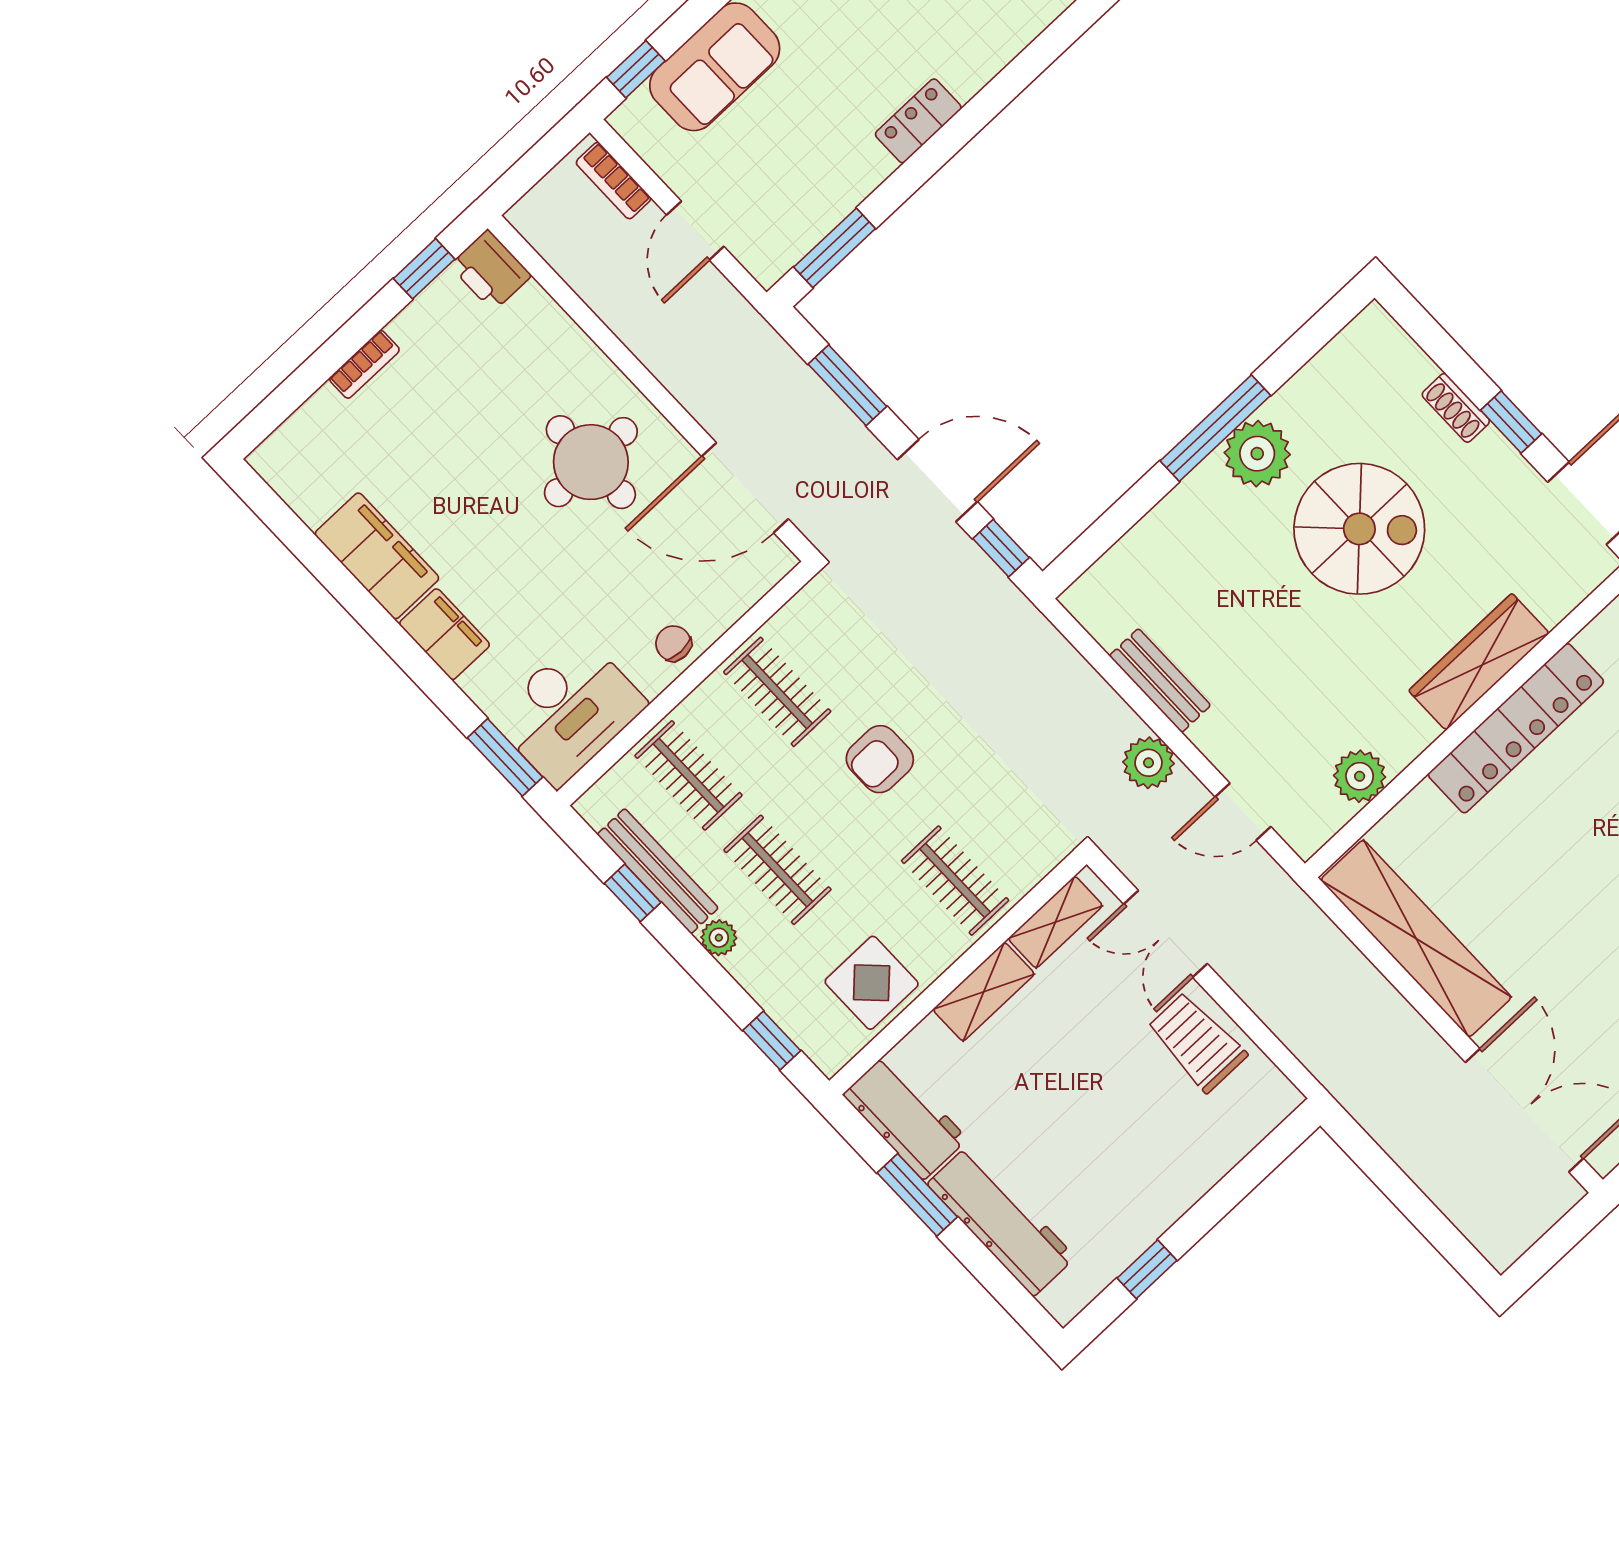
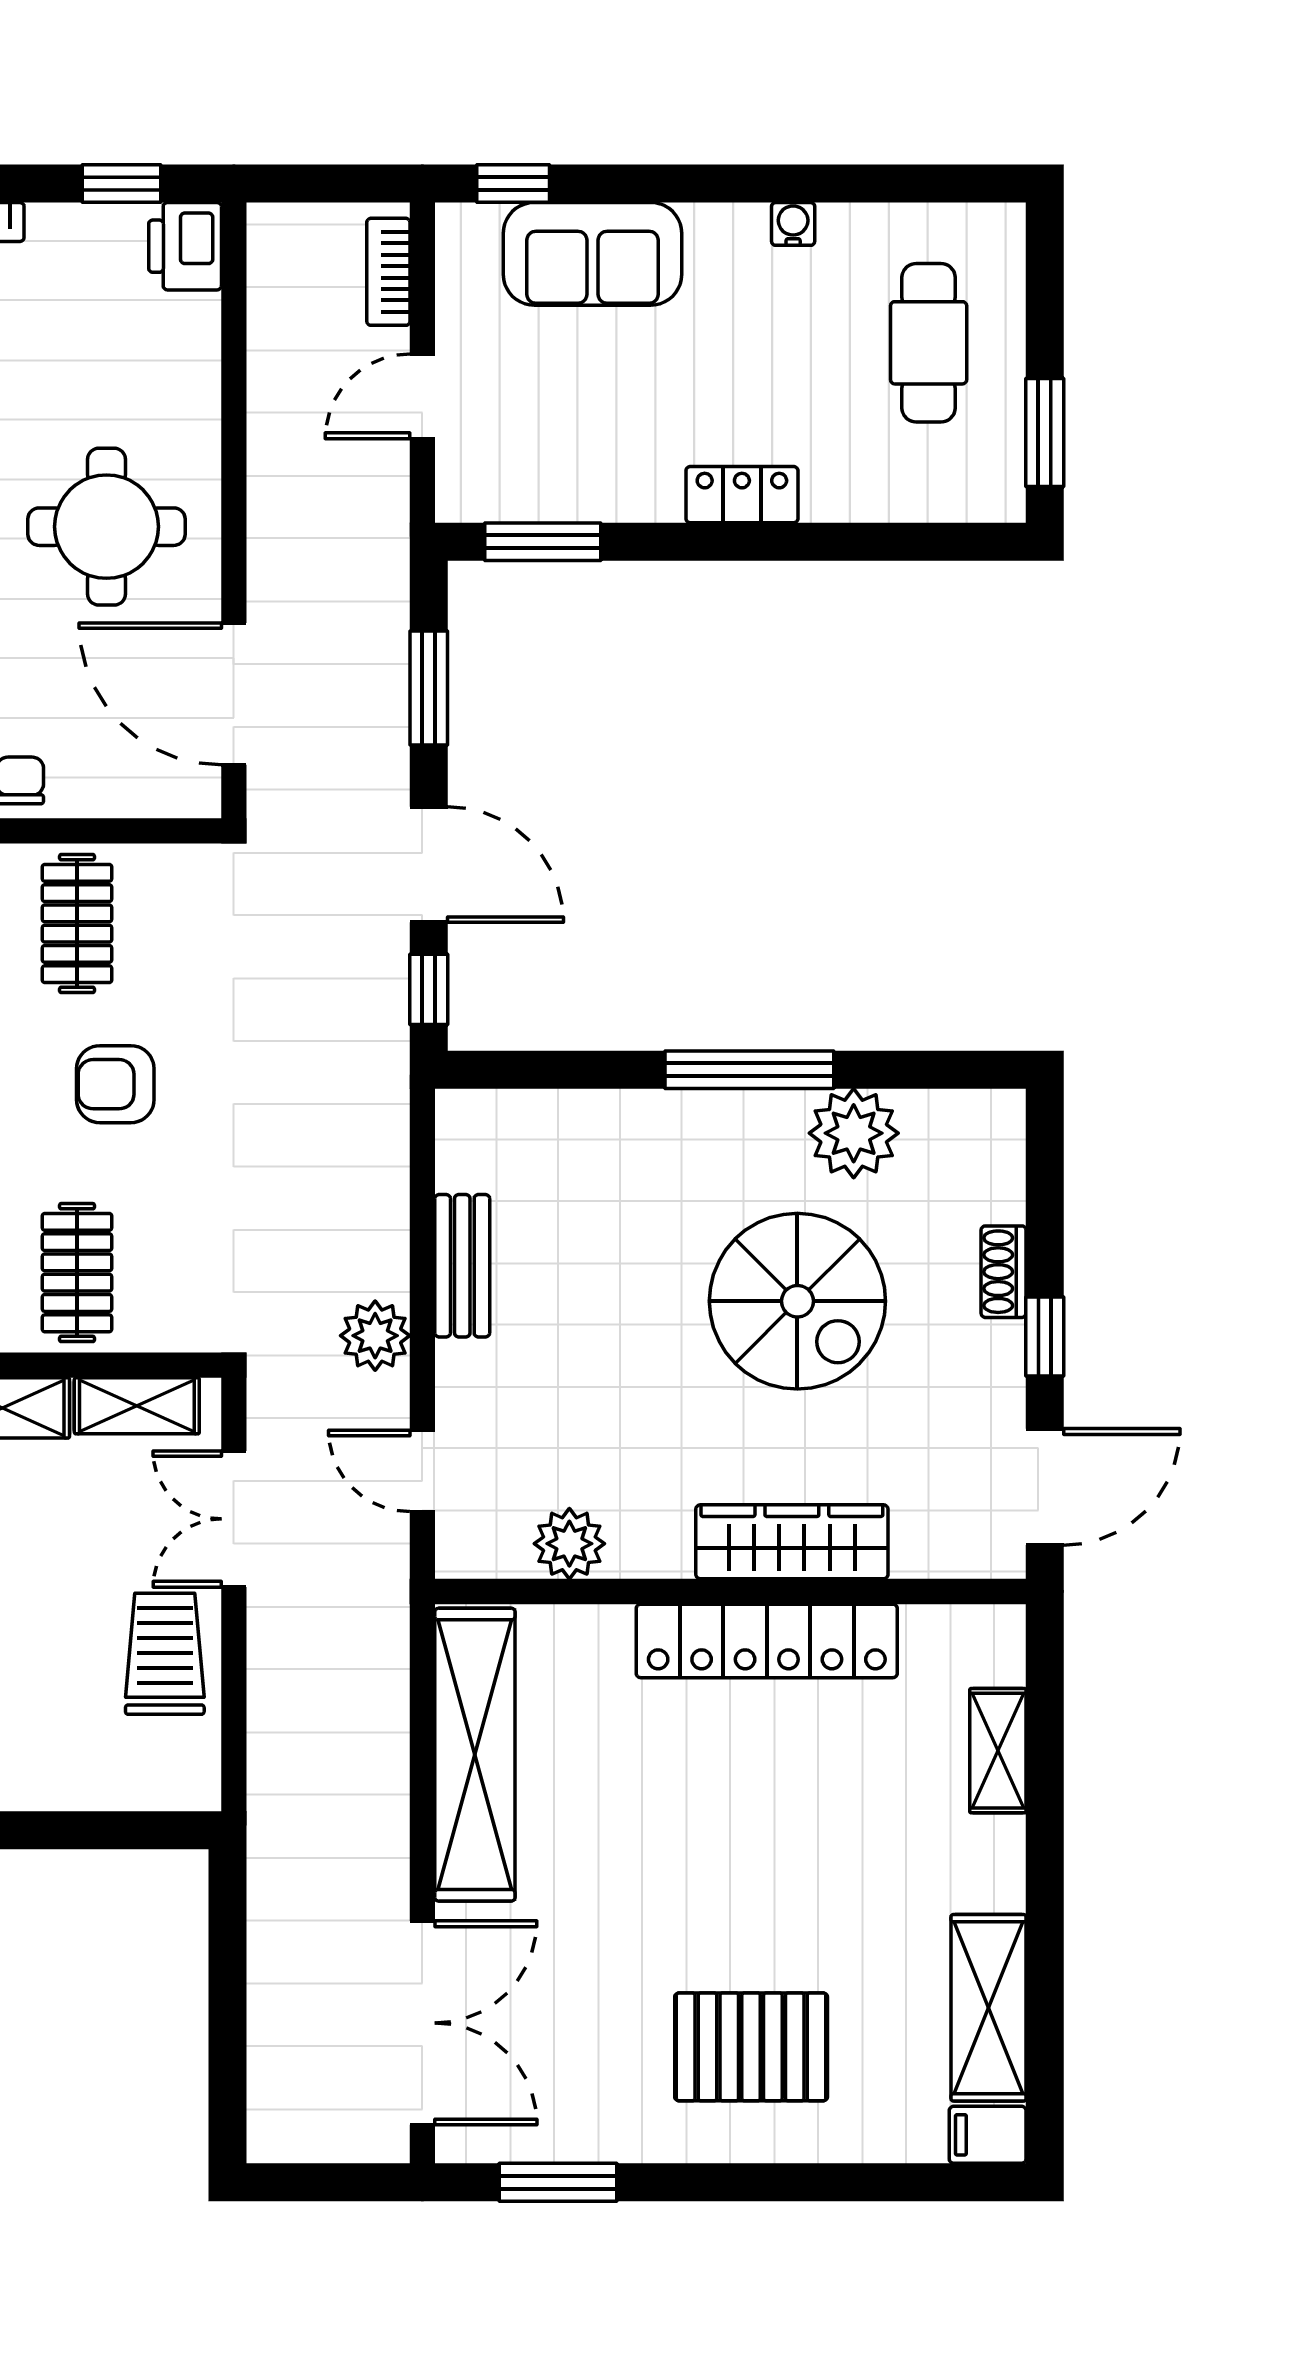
plant: (1257, 454) -> (854, 1133), moved

